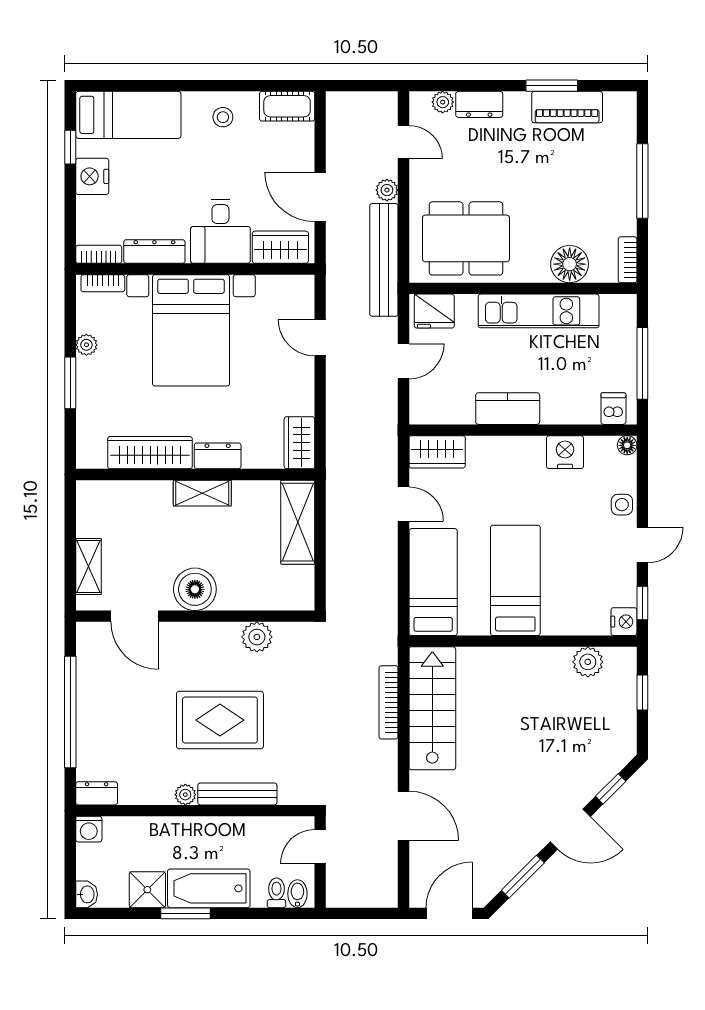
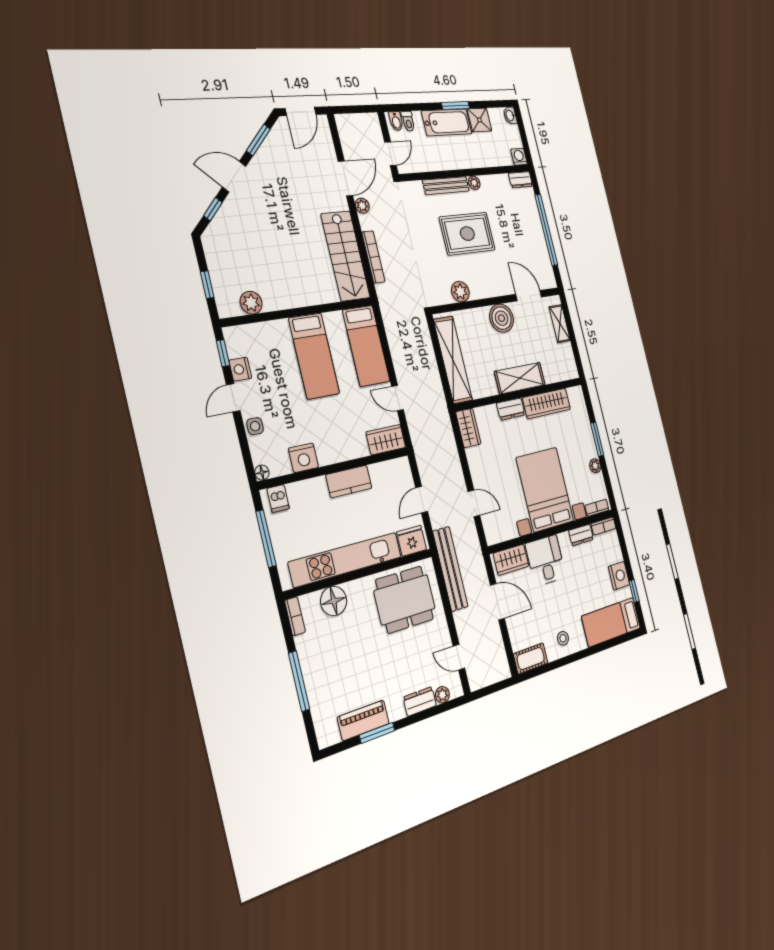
plant: (387, 190) -> (362, 206), moved
dresser: (154, 251) -> (581, 535), width x0.70
kitchen unit: (539, 311) -> (346, 559), width x1.36
shelving: (202, 493) -> (520, 378), width x1.50, depth x1.33
shelving: (298, 522) -> (453, 360), width x1.47
nightstand: (624, 622) -> (240, 369), moved
door: (403, 816) -> (345, 178), swing flipped

